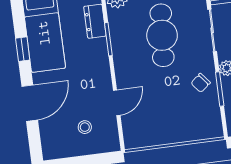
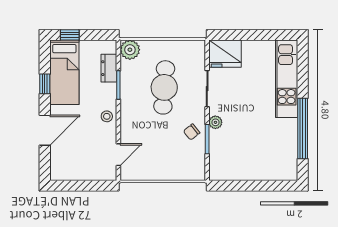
door: (117, 103) -> (118, 155), moved
stool: (85, 127) -> (107, 116), moved

